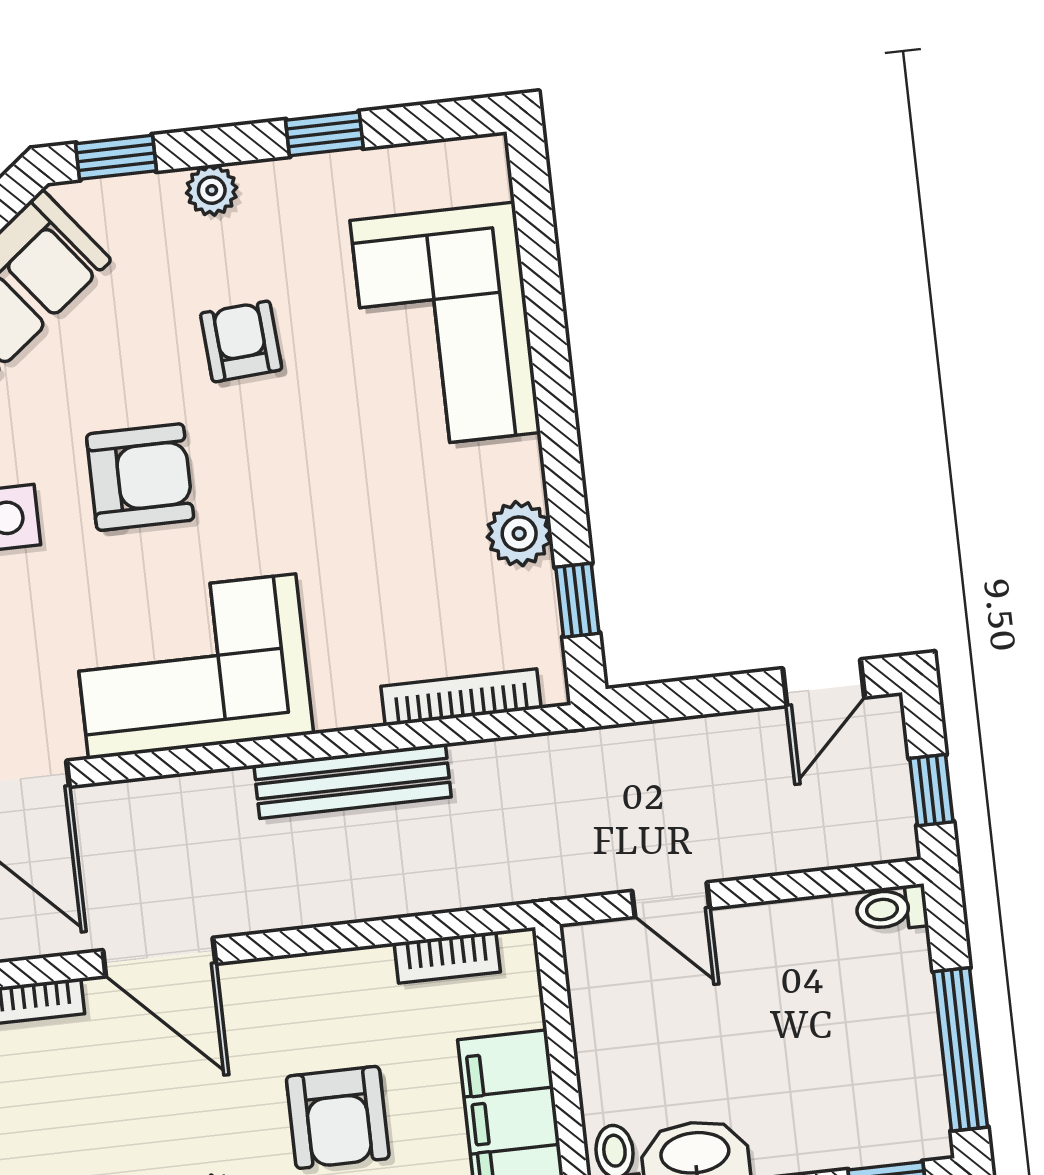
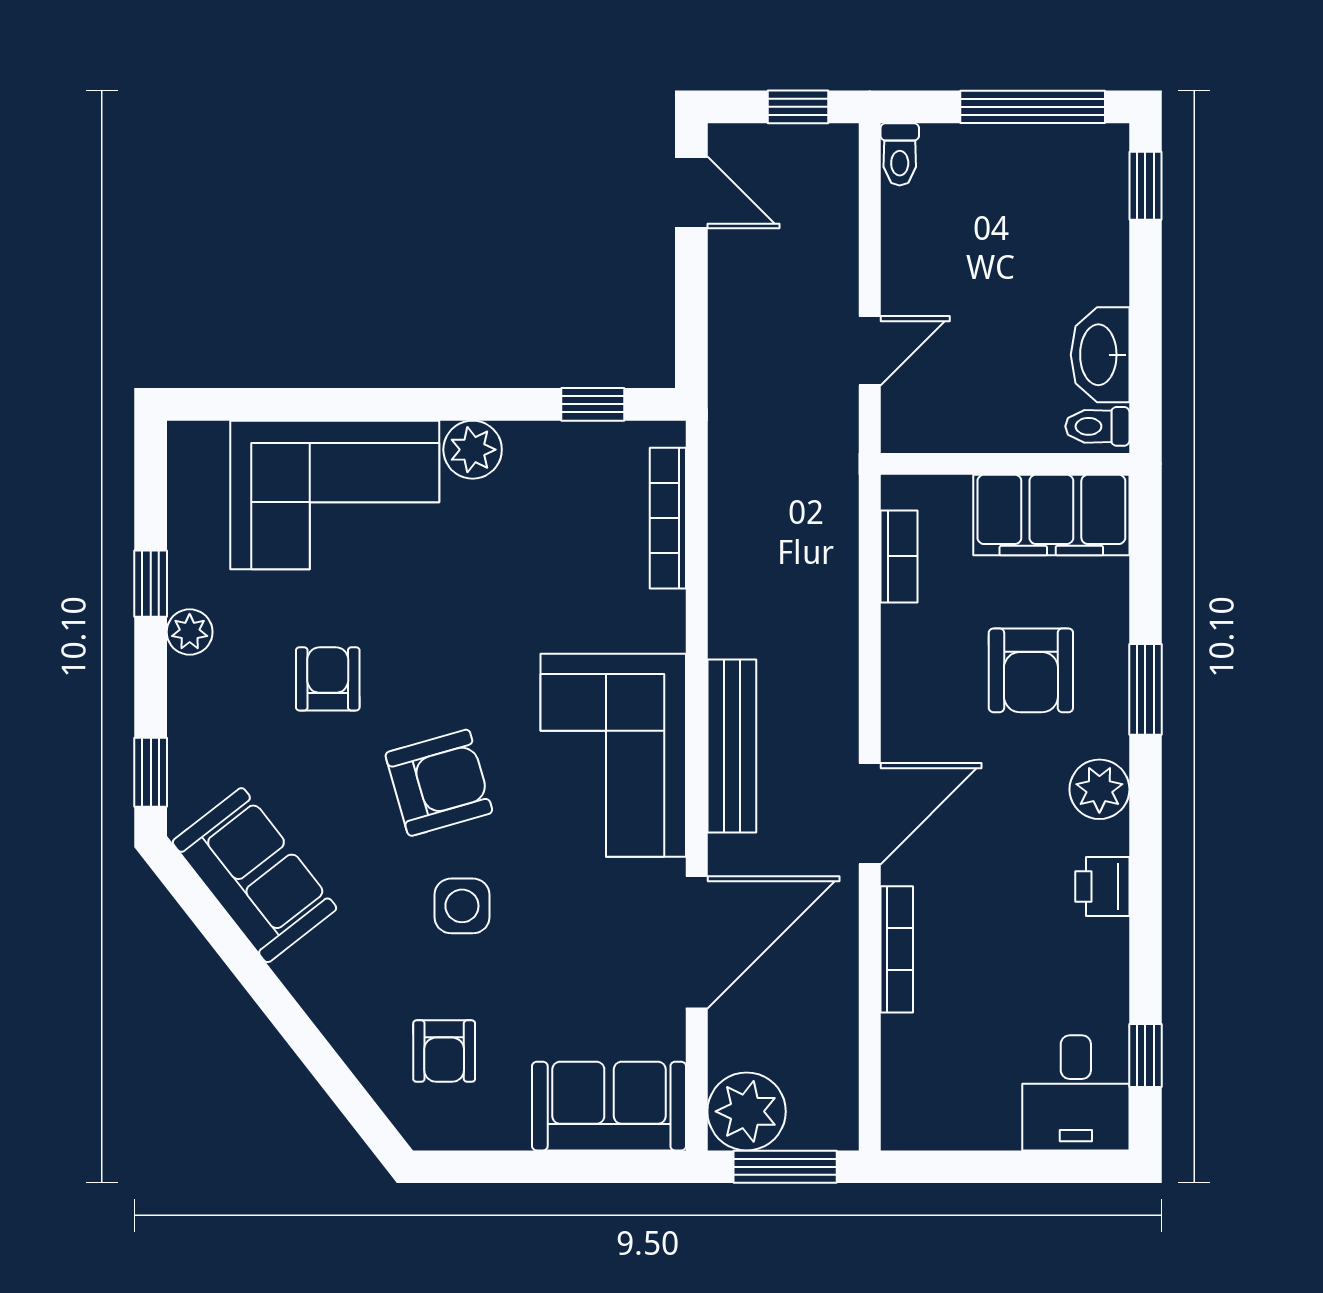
plant: (212, 190) -> (190, 632), moved
armchair: (241, 341) -> (328, 679), turned 94
armchair: (140, 477) -> (439, 783), turned 74
plant: (519, 534) -> (473, 450), moved
bench: (353, 781) -> (732, 746), moved
armchair: (338, 1117) -> (1031, 670), turned 90

